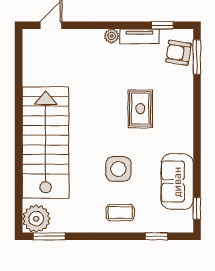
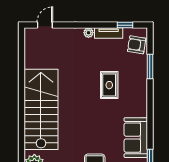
window: (197, 57) -> (150, 66), moved
side table: (118, 169) -> (93, 129), removed

